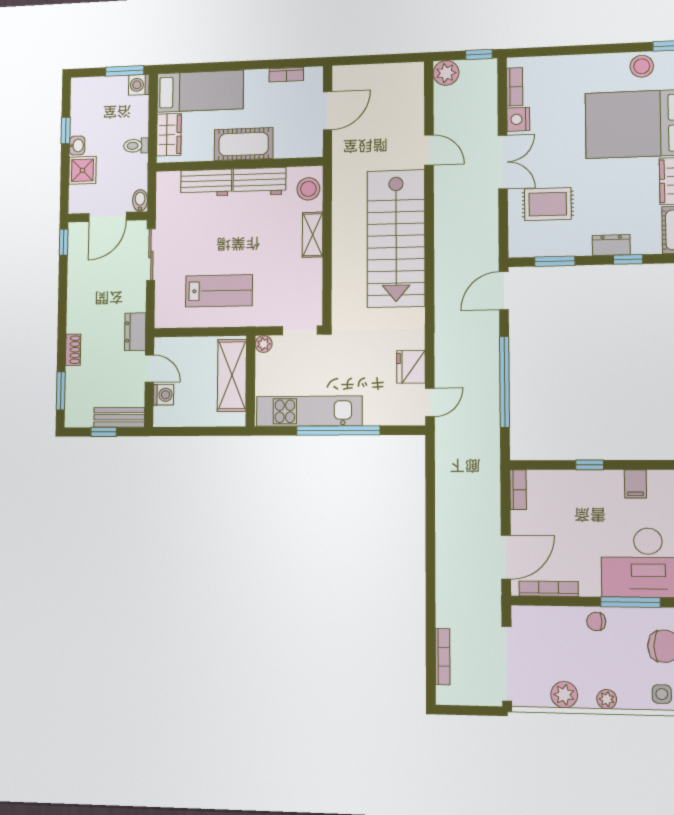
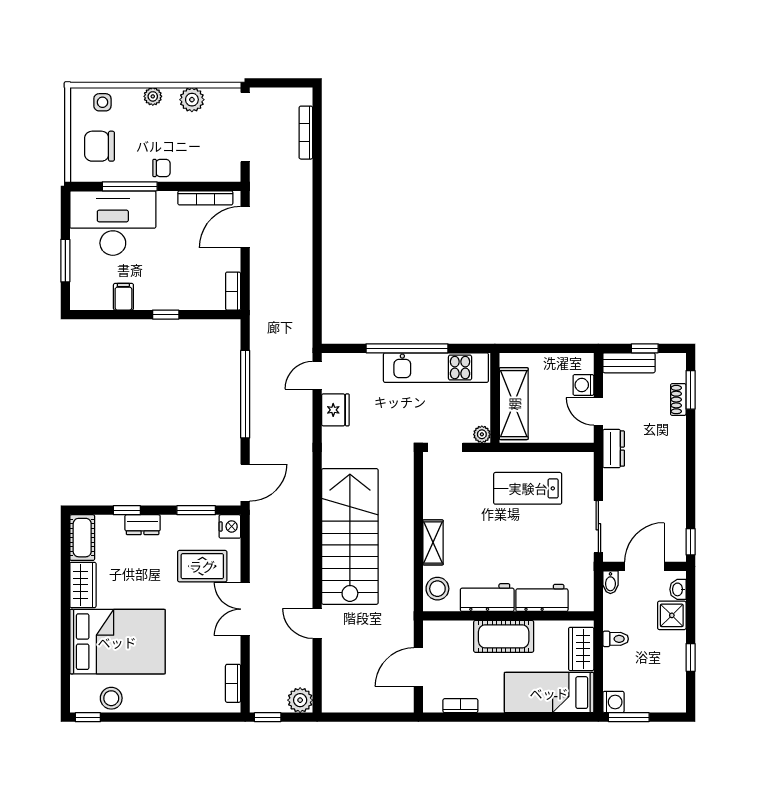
nightstand: (518, 119) -> (230, 526), moved
washbasin: (77, 146) -> (678, 589), moved
shoe rack: (73, 350) -> (678, 400), moved

